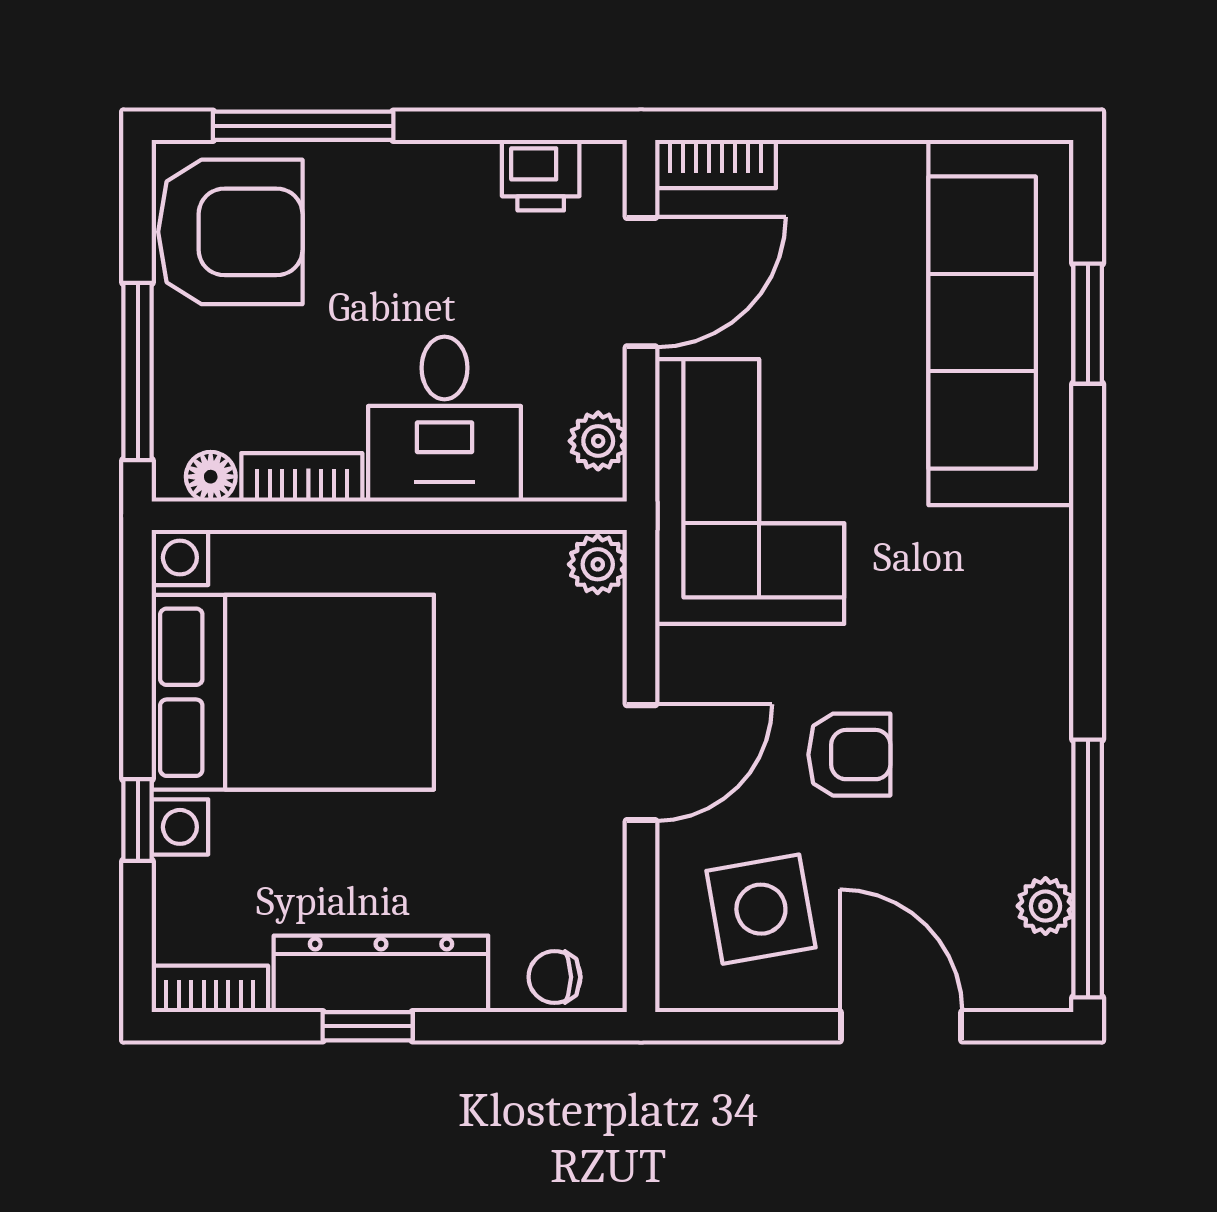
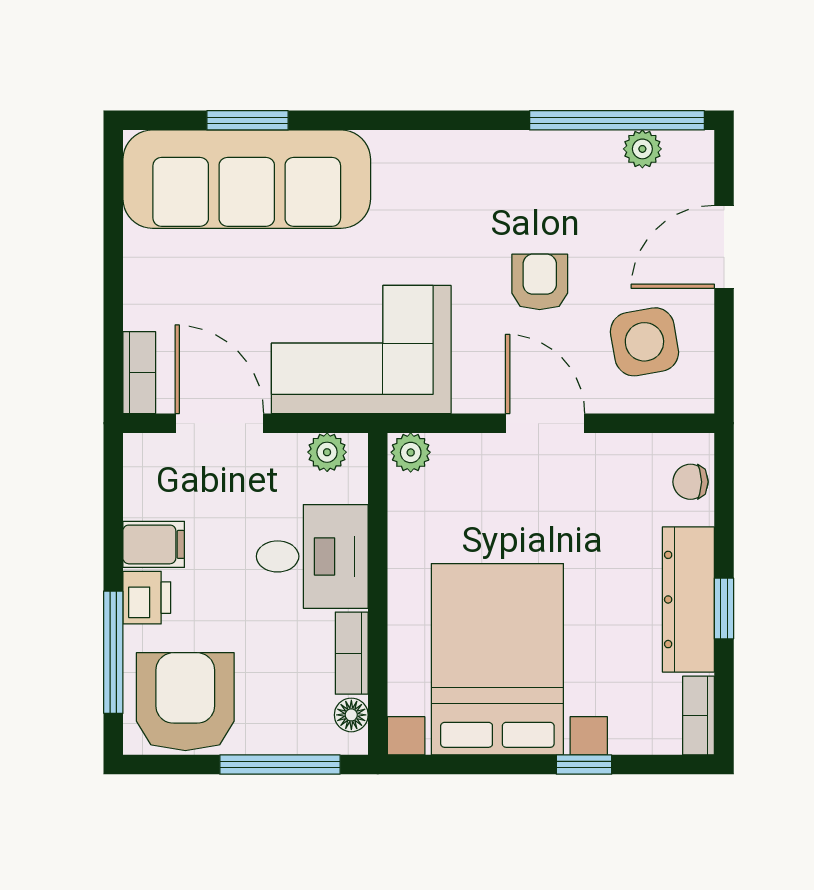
printer: (541, 175) -> (147, 598), moved
filing cabinet: (462, 185) -> (154, 544), added
chair: (555, 977) -> (691, 482), turned 90

